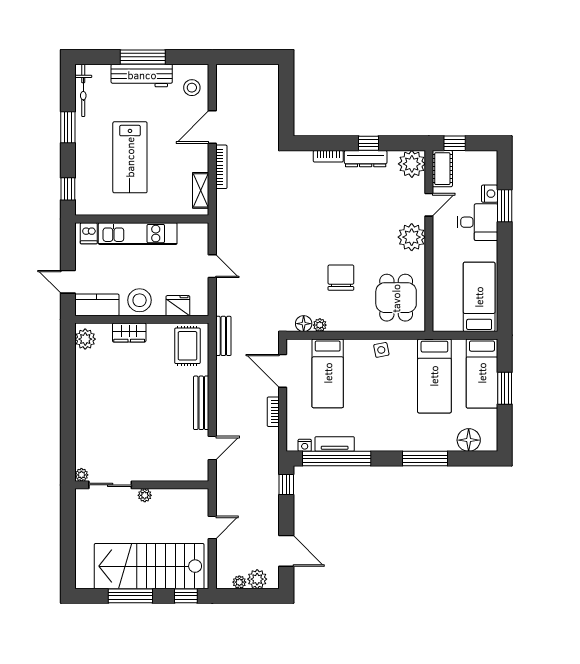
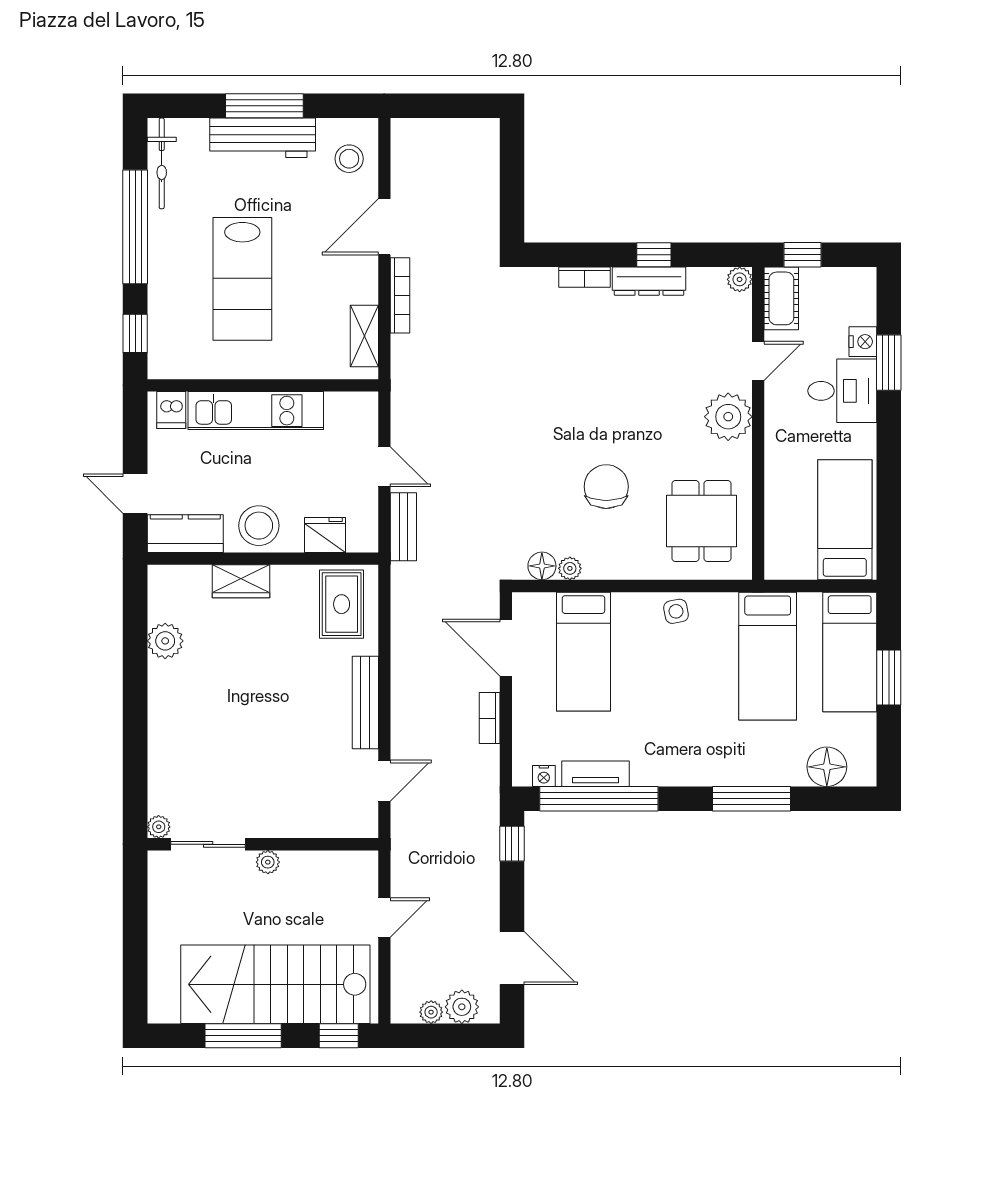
window: (68, 127) -> (135, 227), width x2.11
plant: (412, 164) -> (740, 279), width x0.53, depth x0.53
bench: (223, 336) -> (403, 527), moved
plant: (85, 339) -> (165, 641), moved

